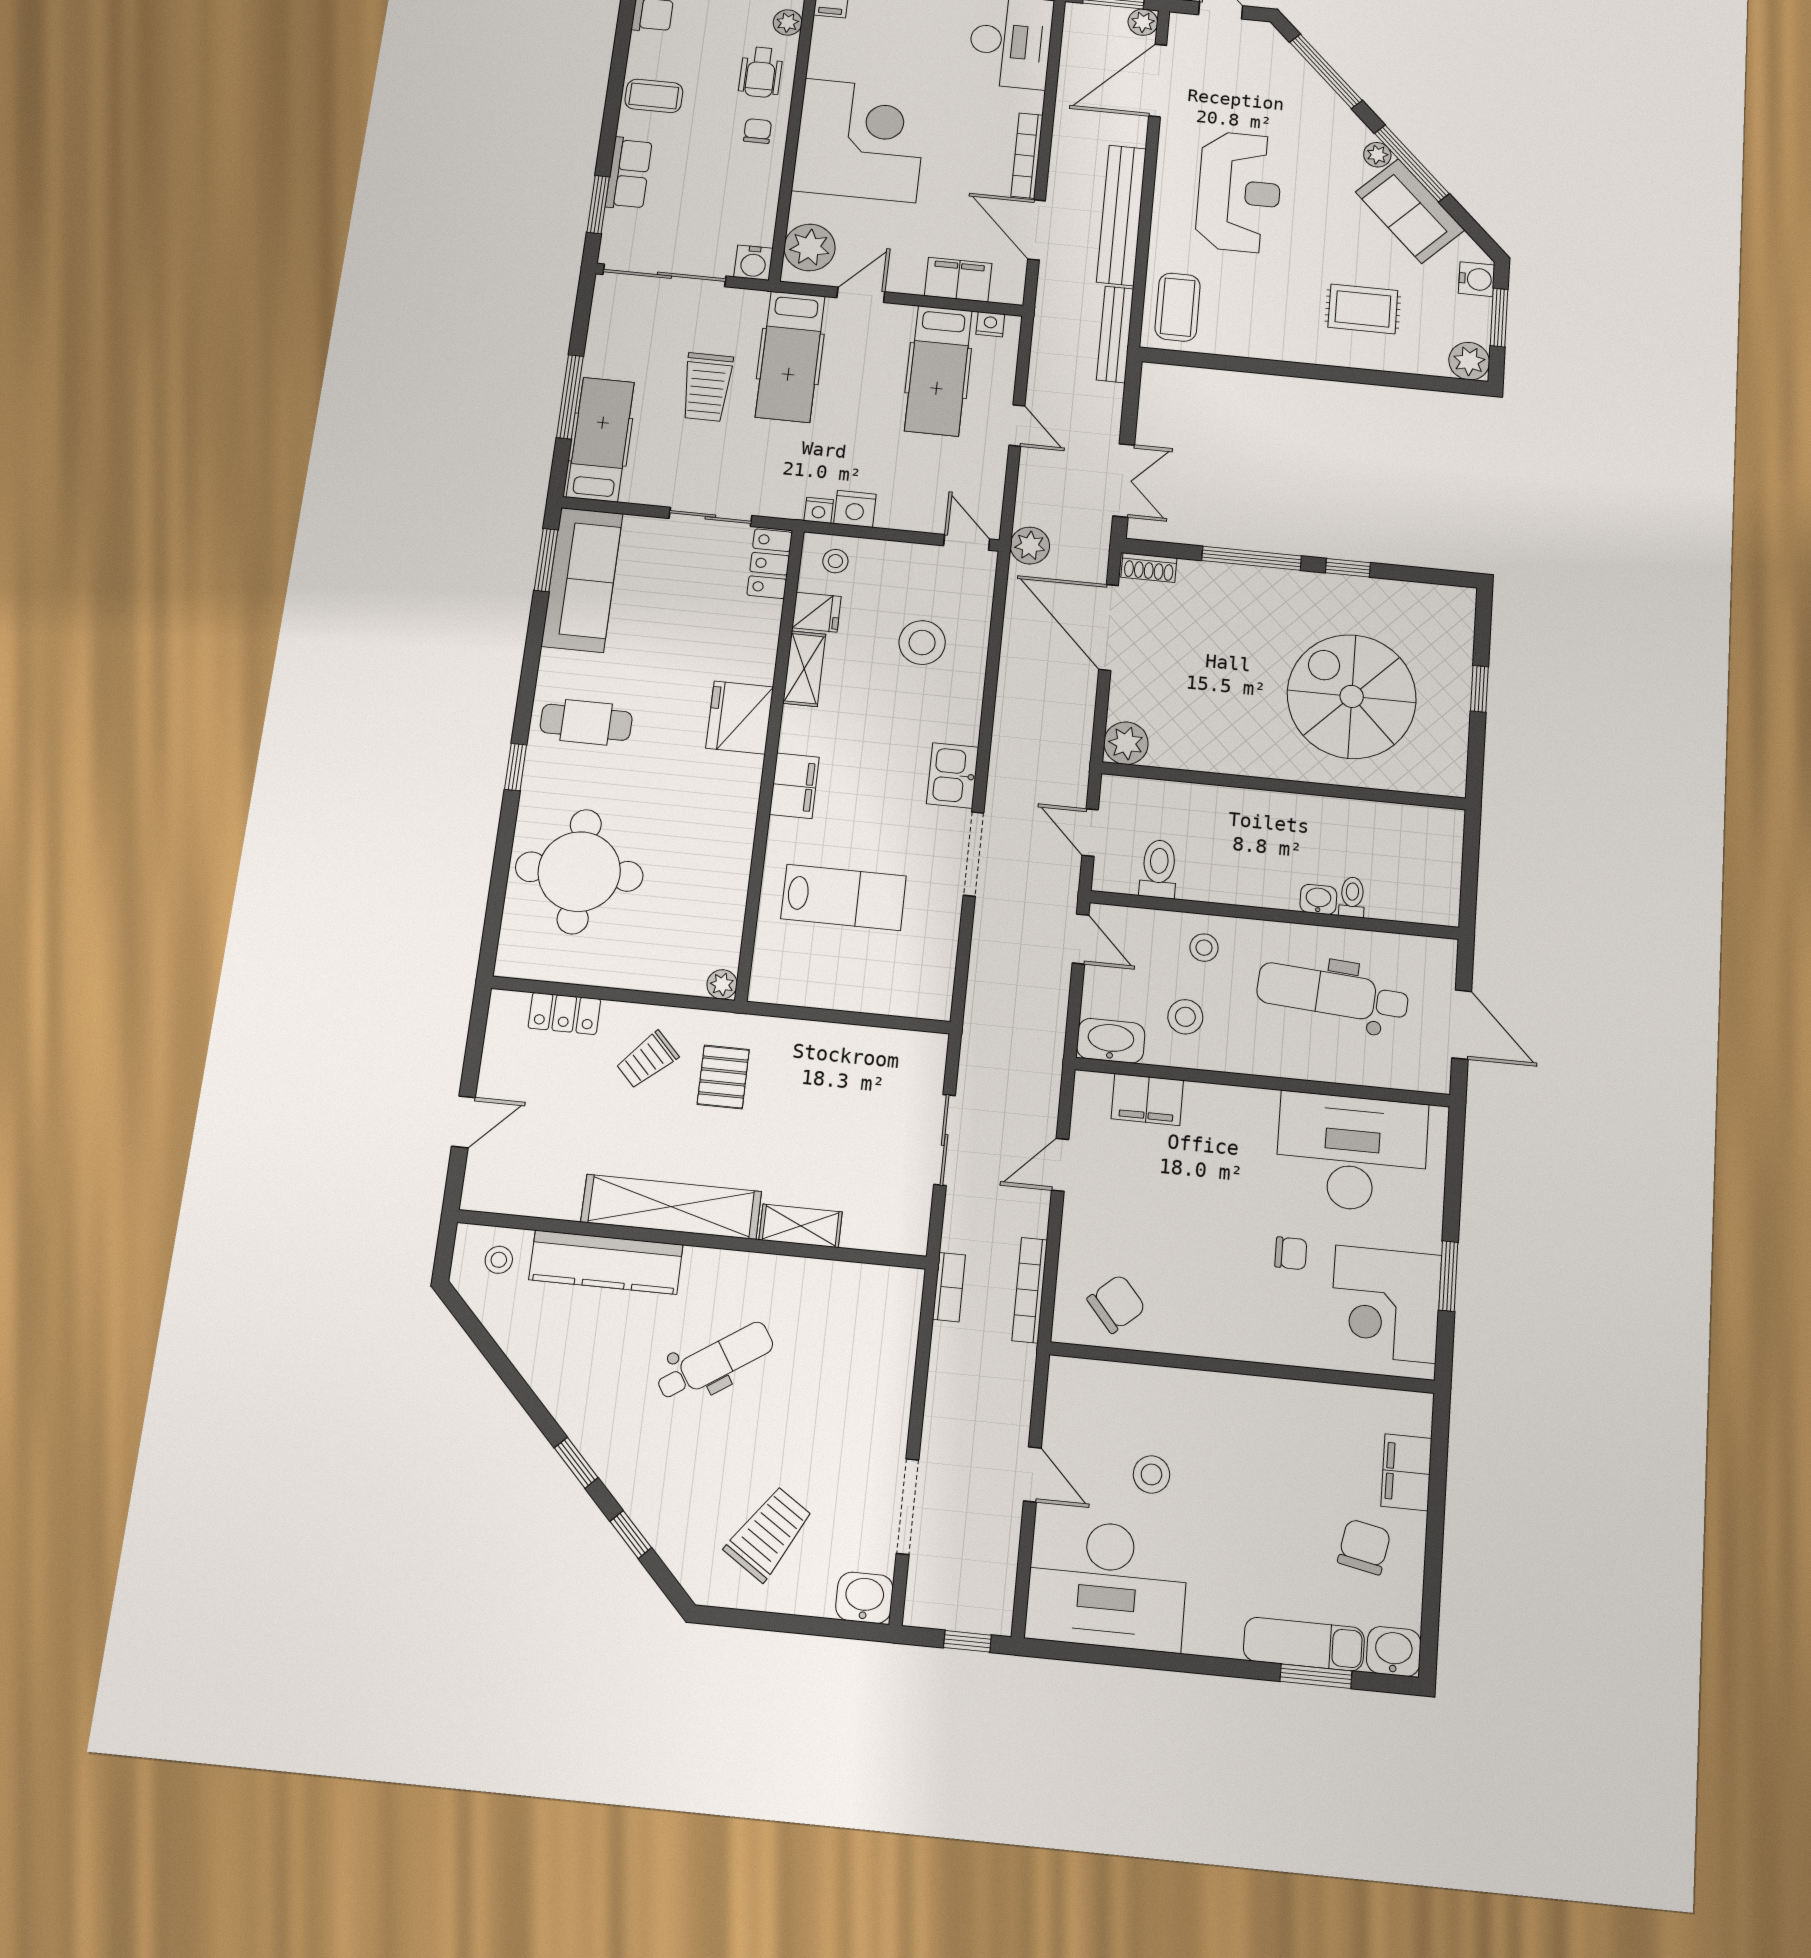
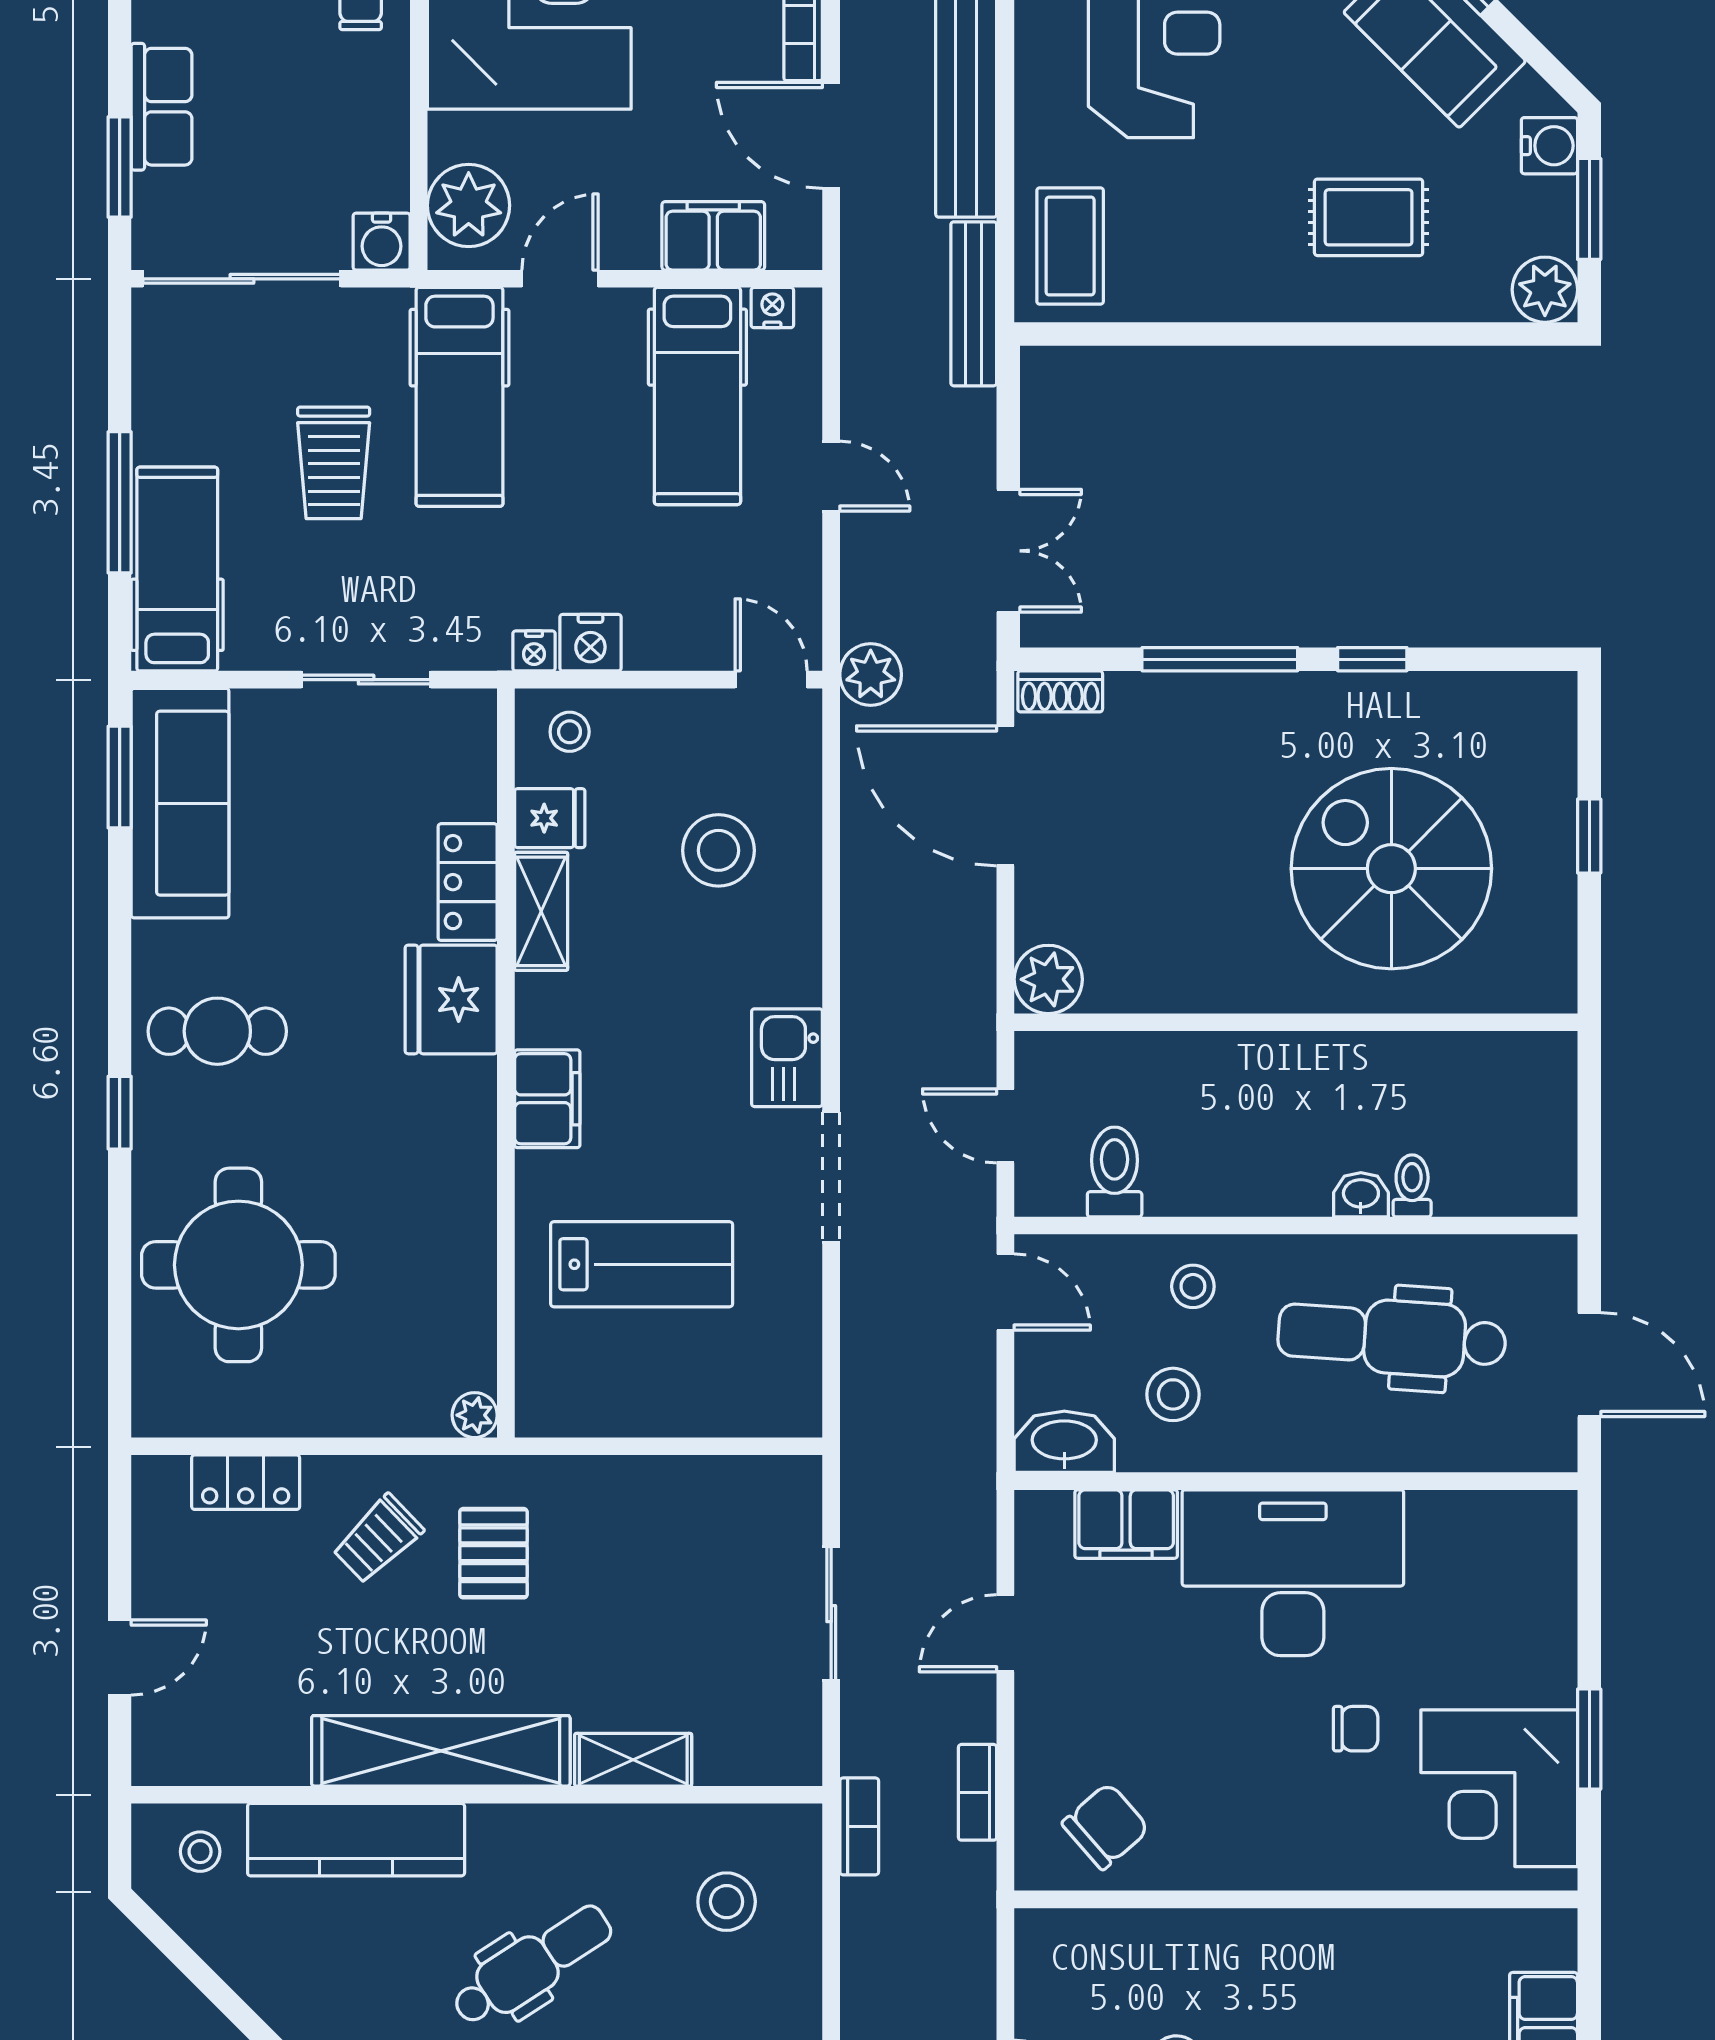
locker: (770, 564) -> (468, 882), moved
desk: (1352, 1153) -> (1293, 1573), moved
bookcase: (1030, 1290) -> (978, 1792), width x0.64
stool: (853, 1330) -> (727, 1902), added

